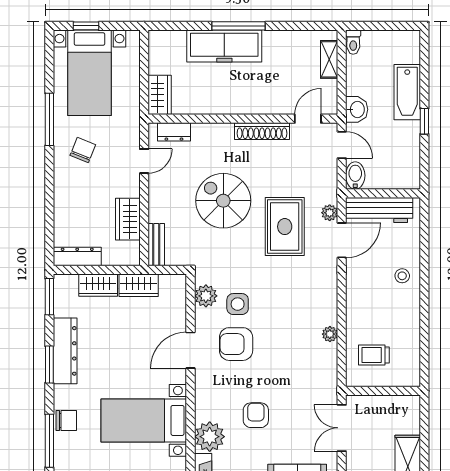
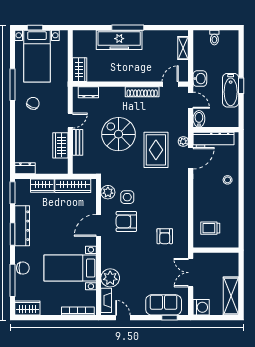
toilet: (353, 42) -> (214, 38), moved
bathtub: (407, 92) -> (231, 90), moved
door: (144, 161) -> (70, 121), moved
bench: (156, 245) -> (78, 142), moved
dresser: (77, 257) -> (25, 168), width x0.70
wardrobe: (139, 285) -> (73, 186), width x1.50
plant: (330, 334) -> (183, 215), removed
armchair: (256, 415) -> (165, 236), moved, turned 180

